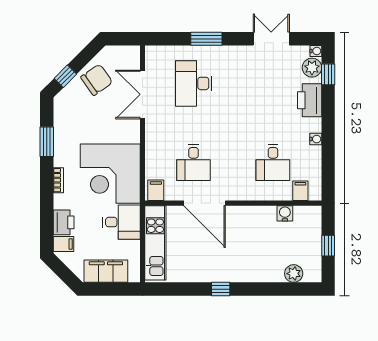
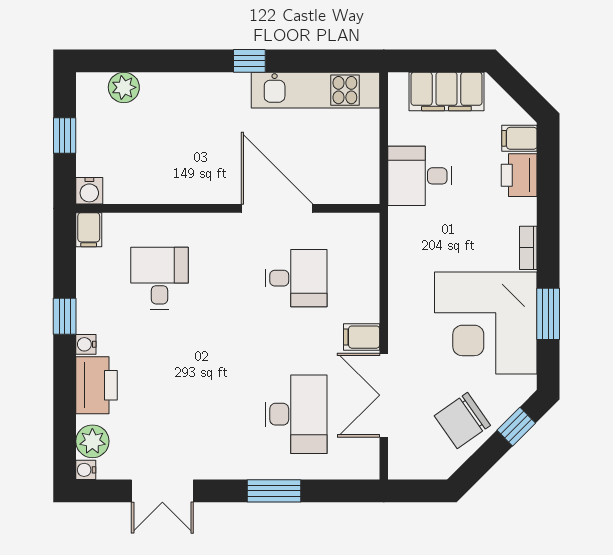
window: (328, 74) -> (65, 316), moved
double door: (142, 94) -> (384, 395), swing flipped
water cooler: (316, 139) -> (86, 344), moved
desk: (194, 163) -> (296, 278), turned 90
corner desk: (110, 174) -> (486, 323), moved, turned 180
filing cabinet: (156, 190) -> (362, 337), moved, turned 90
filing cabinet: (300, 191) -> (89, 230), moved
water cooler: (285, 213) -> (89, 191), moved
kitchen unit: (155, 243) -> (315, 90), moved, turned -90

